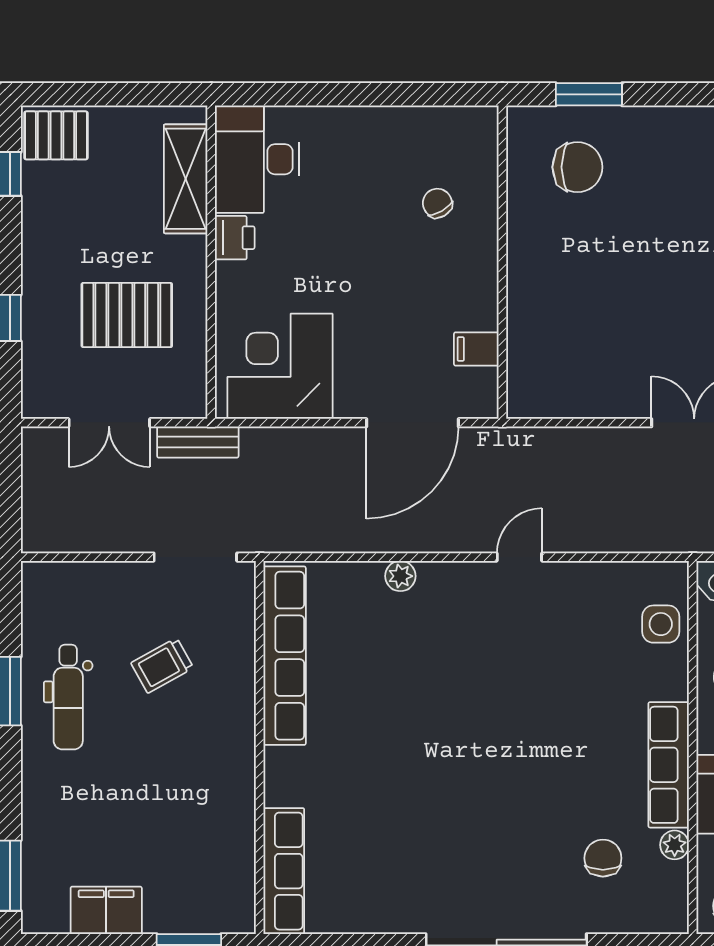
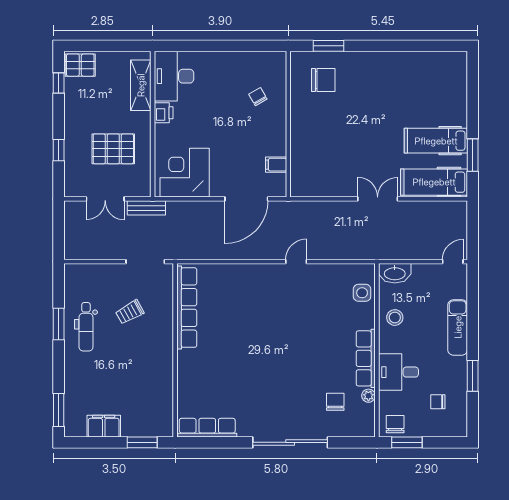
plant: (400, 576) -> (241, 270), removed
row of seats: (284, 871) -> (207, 428), moved, turned -90

